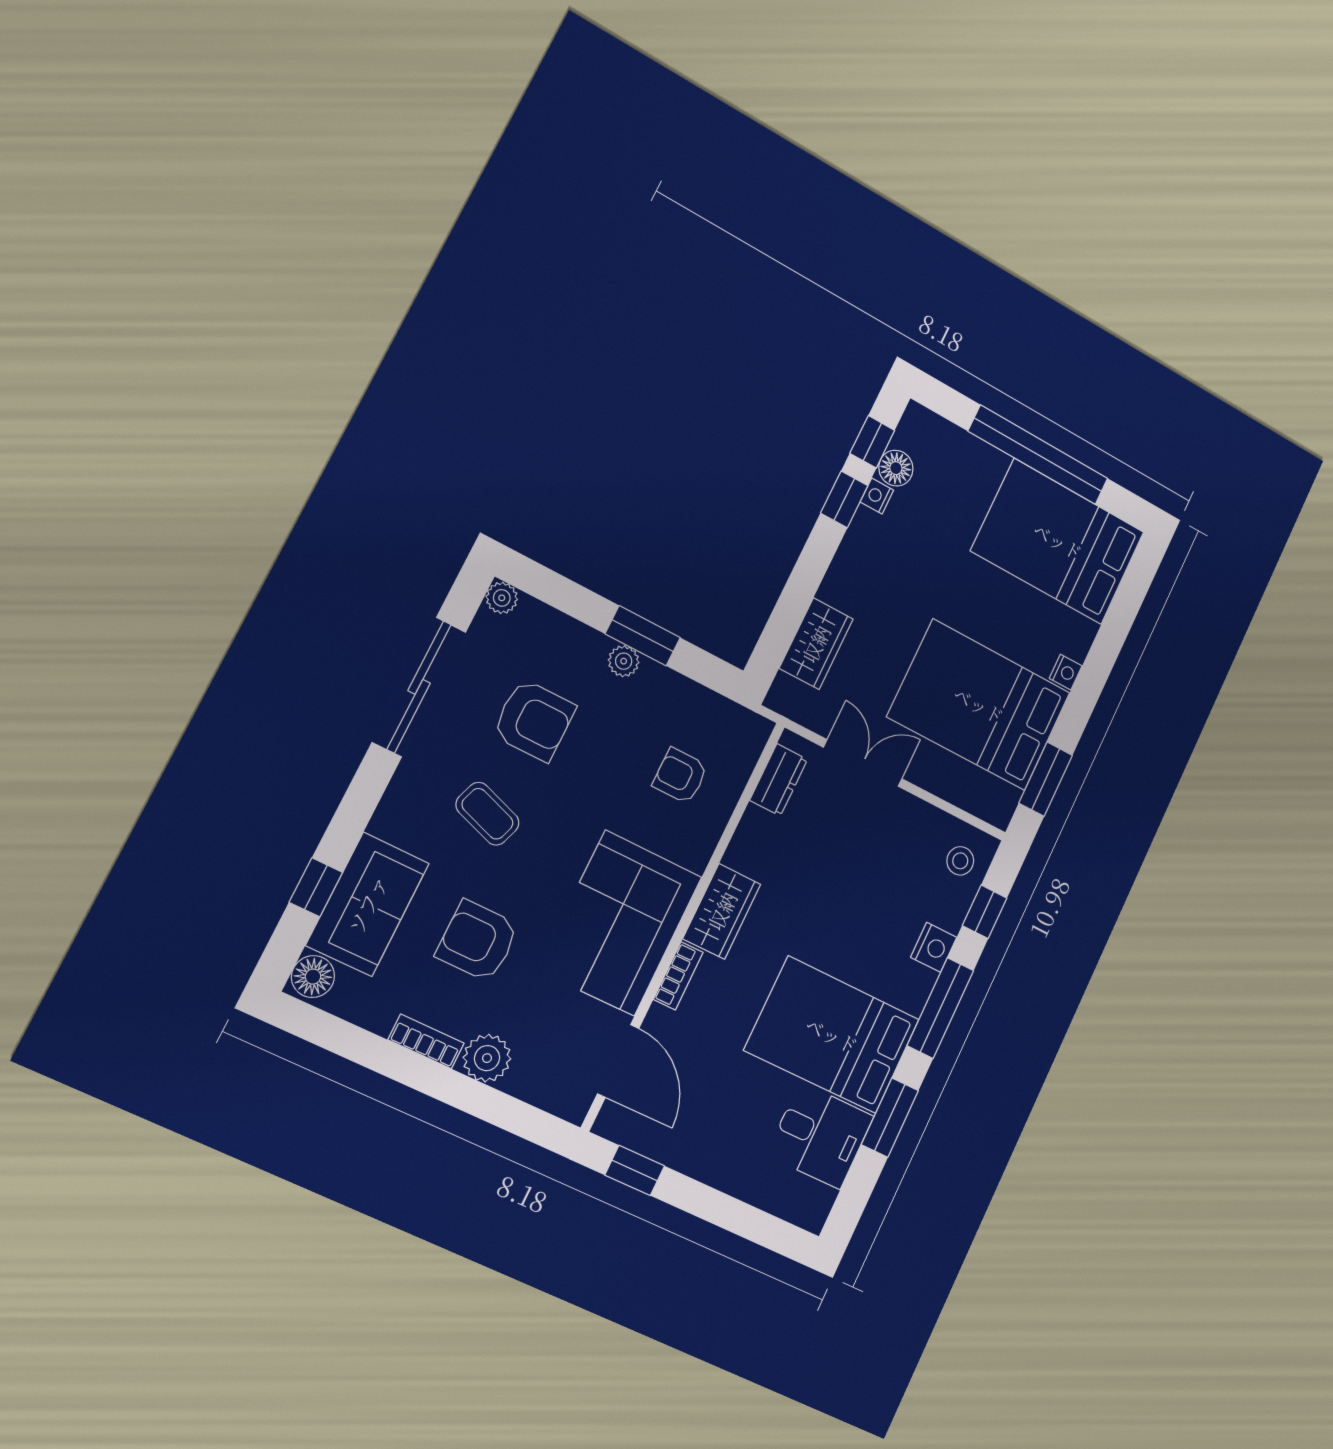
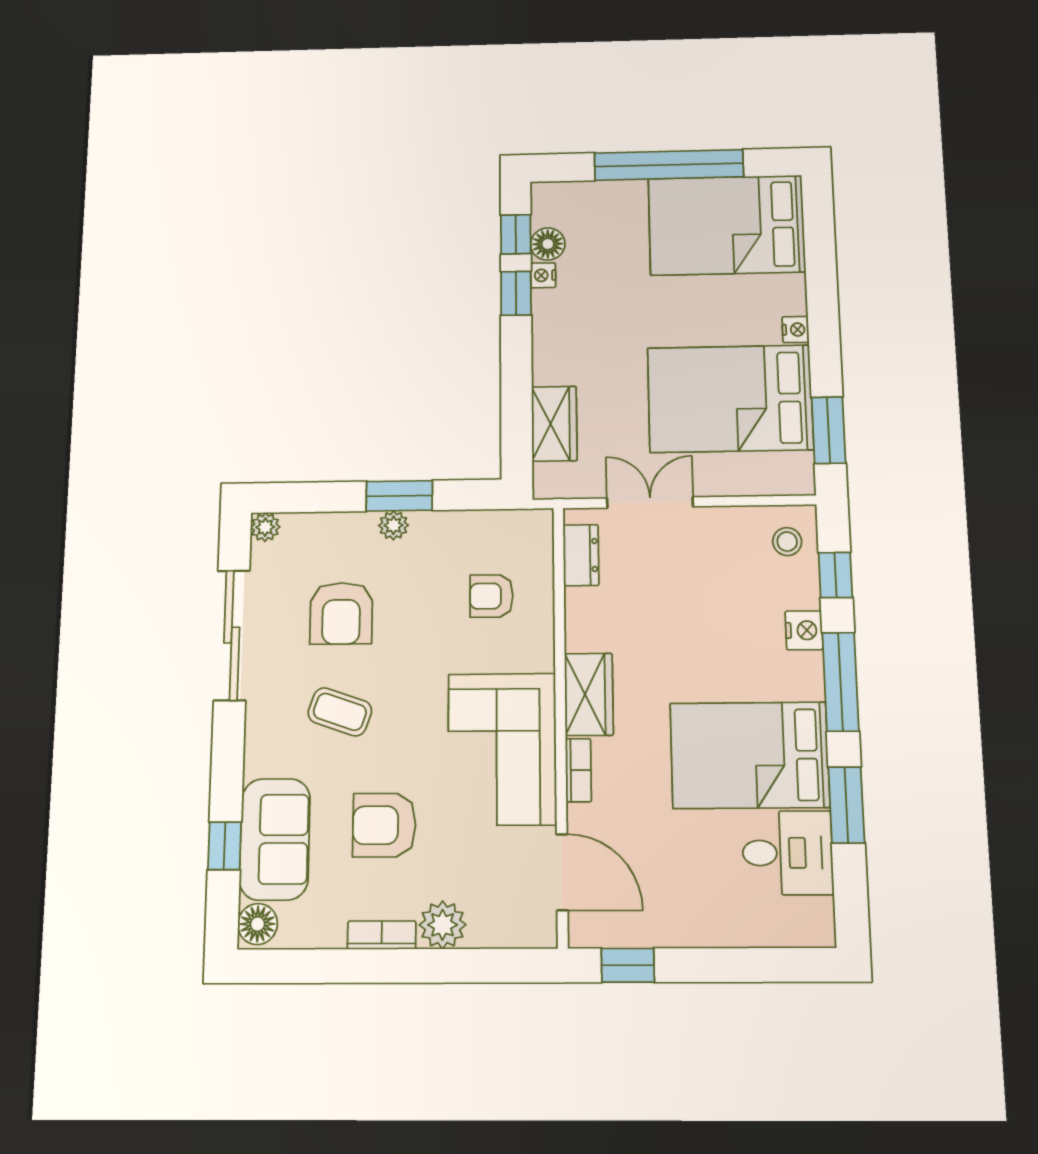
armchair: (534, 720) -> (341, 613), turned 90

